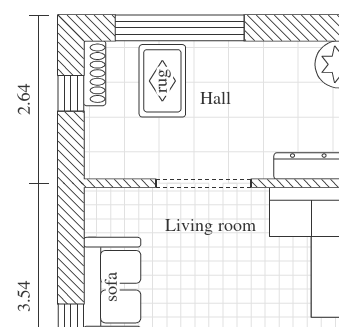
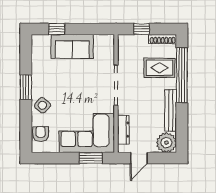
bench: (263, 54) -> (171, 111), added
window: (71, 93) -> (142, 29), moved

